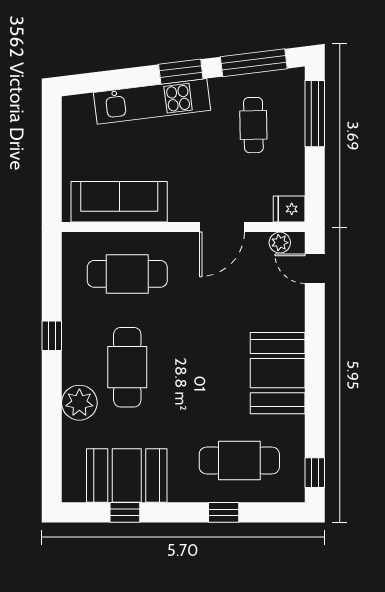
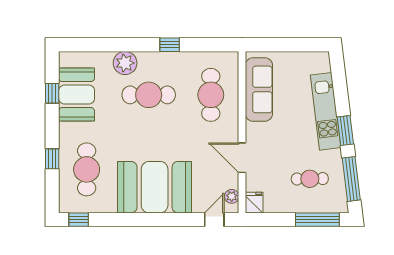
booth: (278, 373) -> (155, 187), width x1.36, depth x1.42

